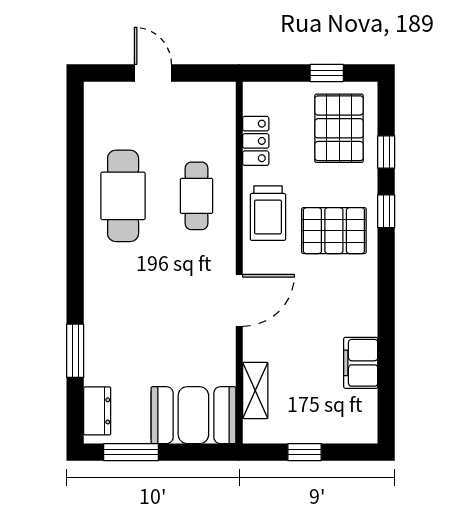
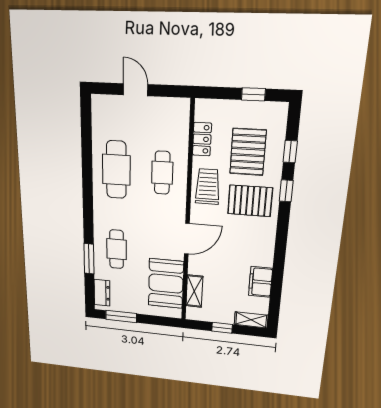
pallet: (339, 128) -> (248, 152), moved
trolley: (268, 213) -> (208, 187), turned 180
cafe table: (123, 329) -> (117, 249), added
booth: (193, 415) -> (166, 284), moved, turned 90
shelving: (351, 432) -> (251, 320), added

